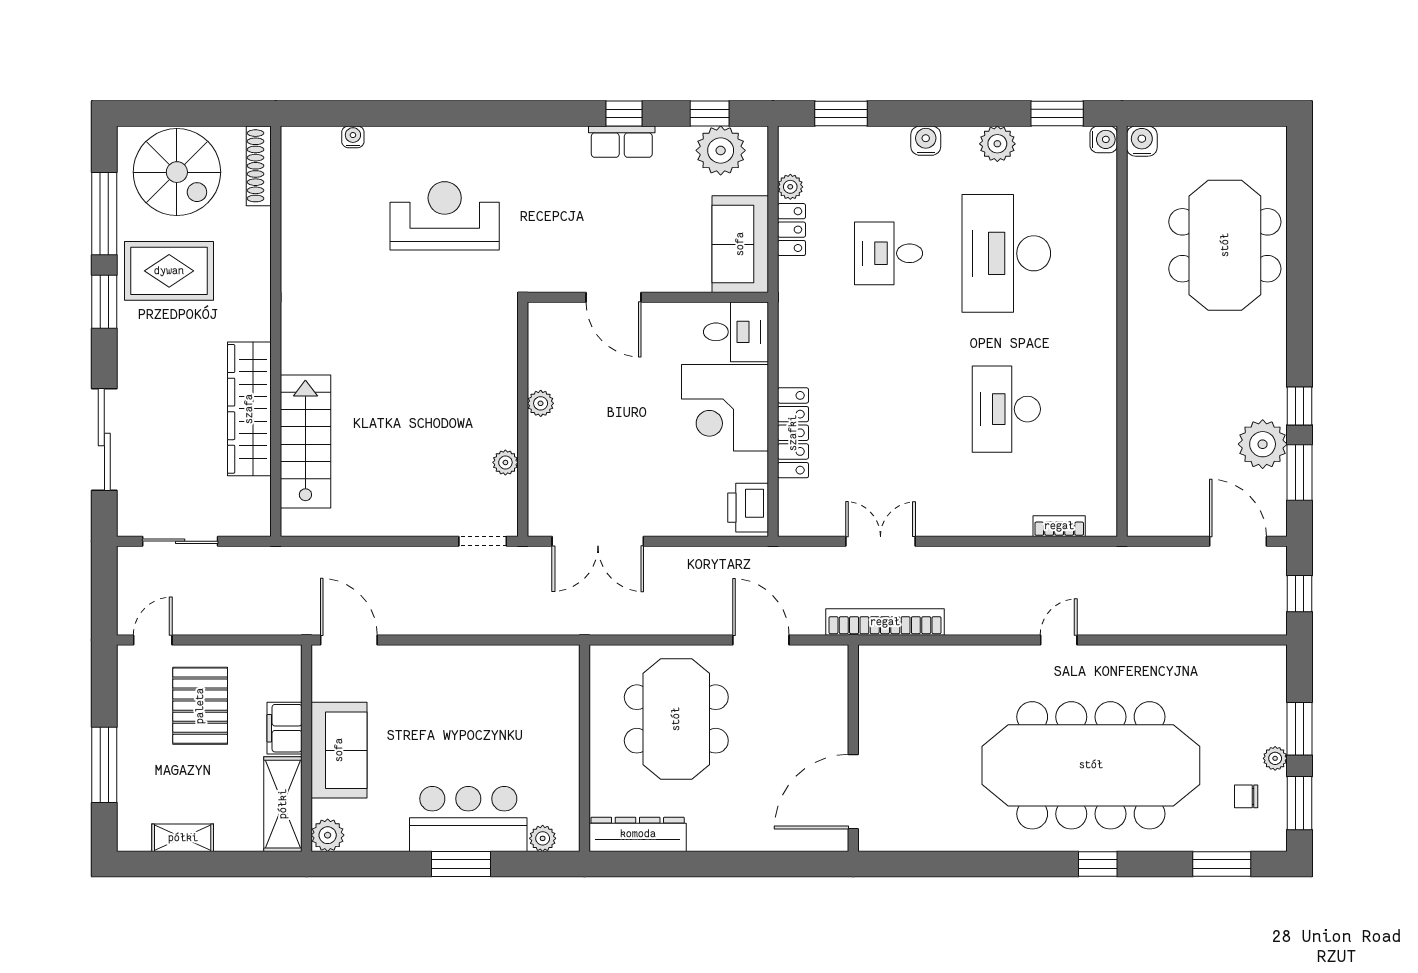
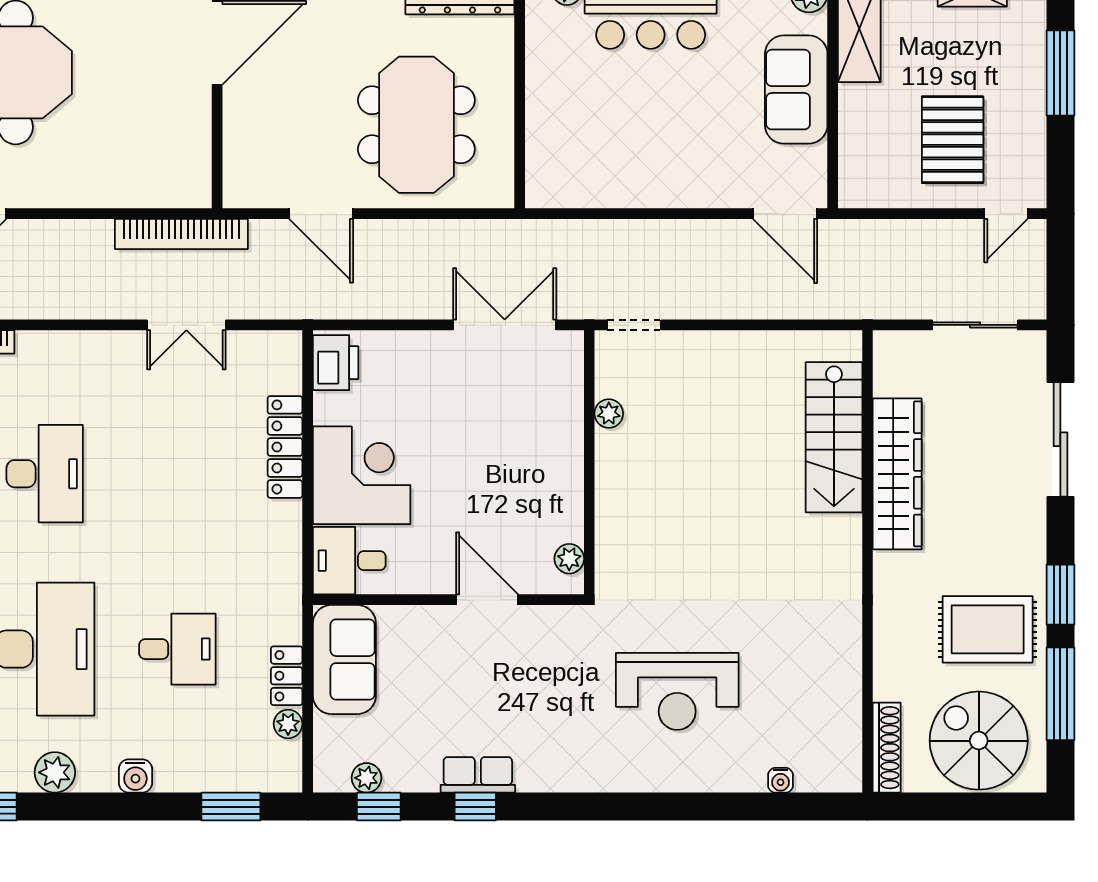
plant: (721, 150) -> (366, 778), width x0.53, depth x0.53
plant: (541, 403) -> (569, 559), moved
filing cabinet: (285, 728) -> (857, 114), removed

